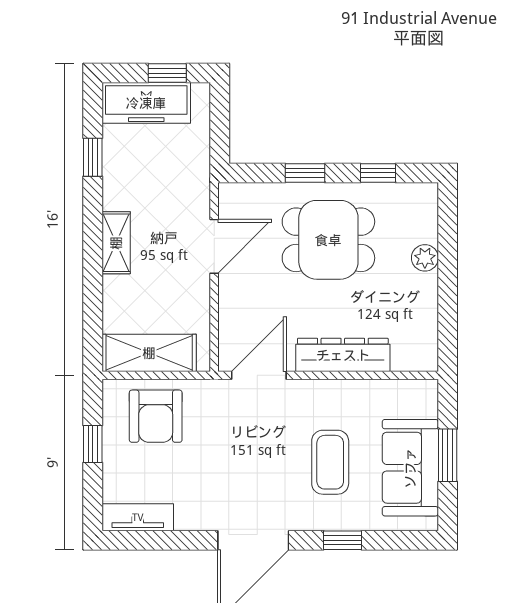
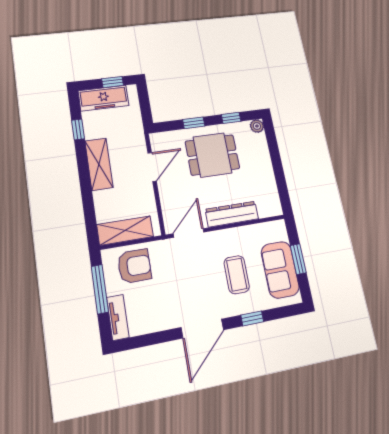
shelving: (116, 243) -> (99, 164), width x1.50, depth x1.33
plant: (425, 258) -> (257, 126), moved
armchair: (156, 416) -> (134, 266), turned -90
window: (93, 444) -> (100, 289), width x2.17
tv unit: (138, 517) -> (118, 317), moved, turned 90

